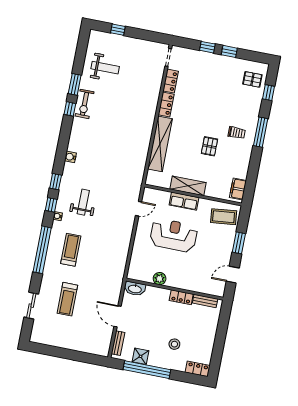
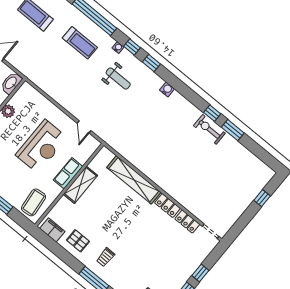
weight bench: (105, 68) -> (233, 167), removed
pallet: (209, 146) -> (78, 241), moved

